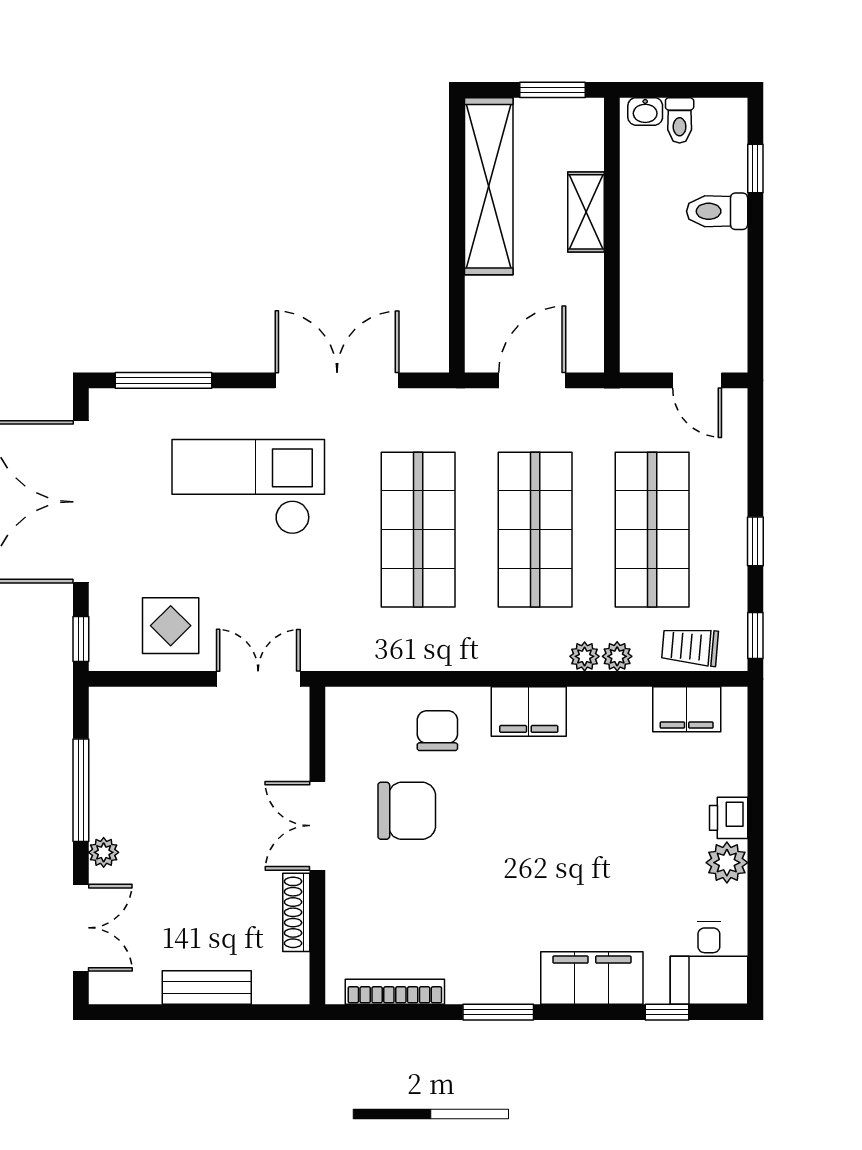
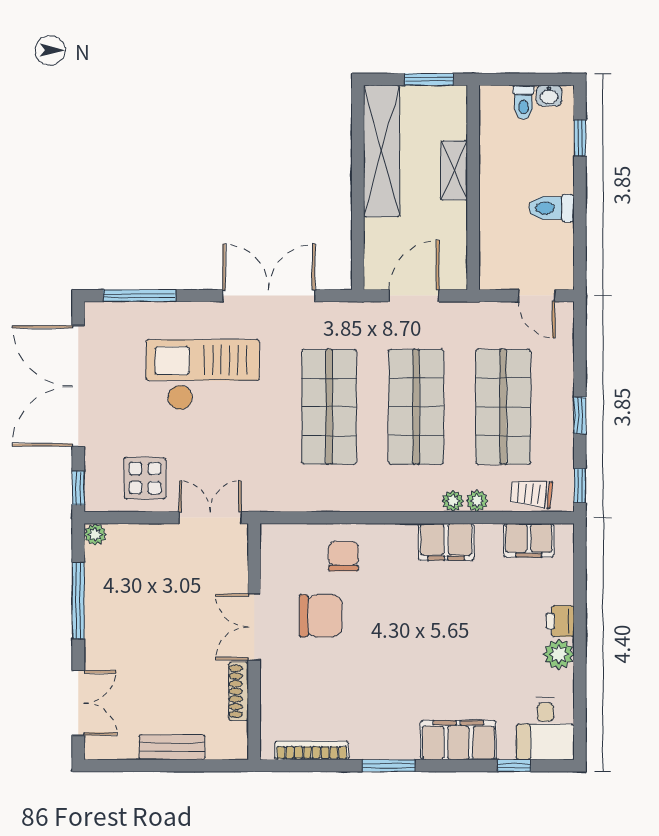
washbasin: (645, 111) -> (549, 96), moved
toilet: (717, 211) -> (551, 208), moved
filing cabinet: (529, 712) -> (446, 542), moved
plant: (104, 852) -> (95, 535), moved

